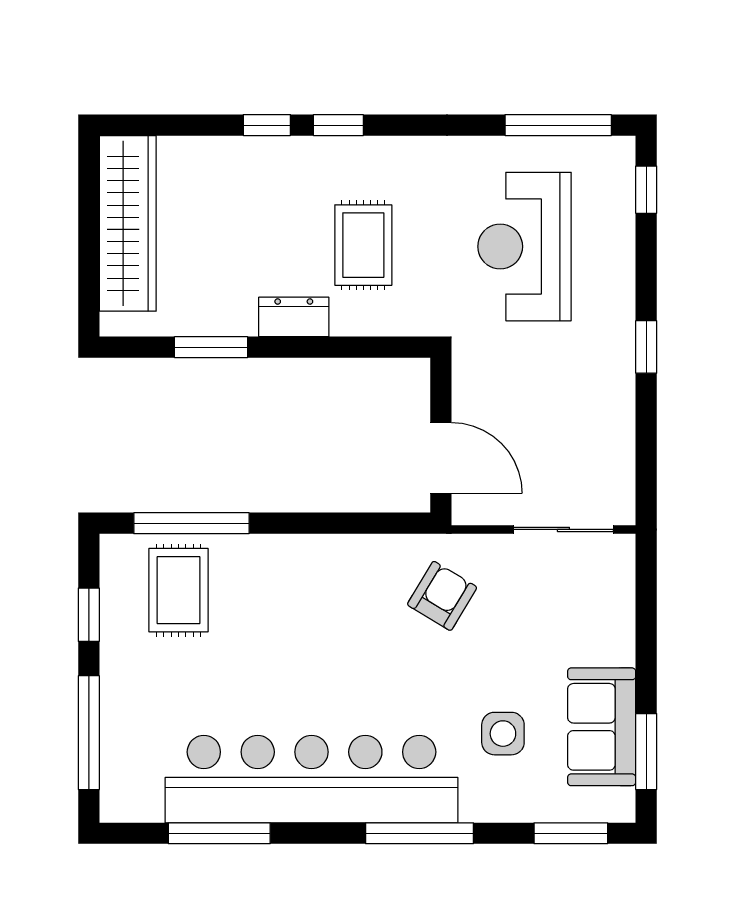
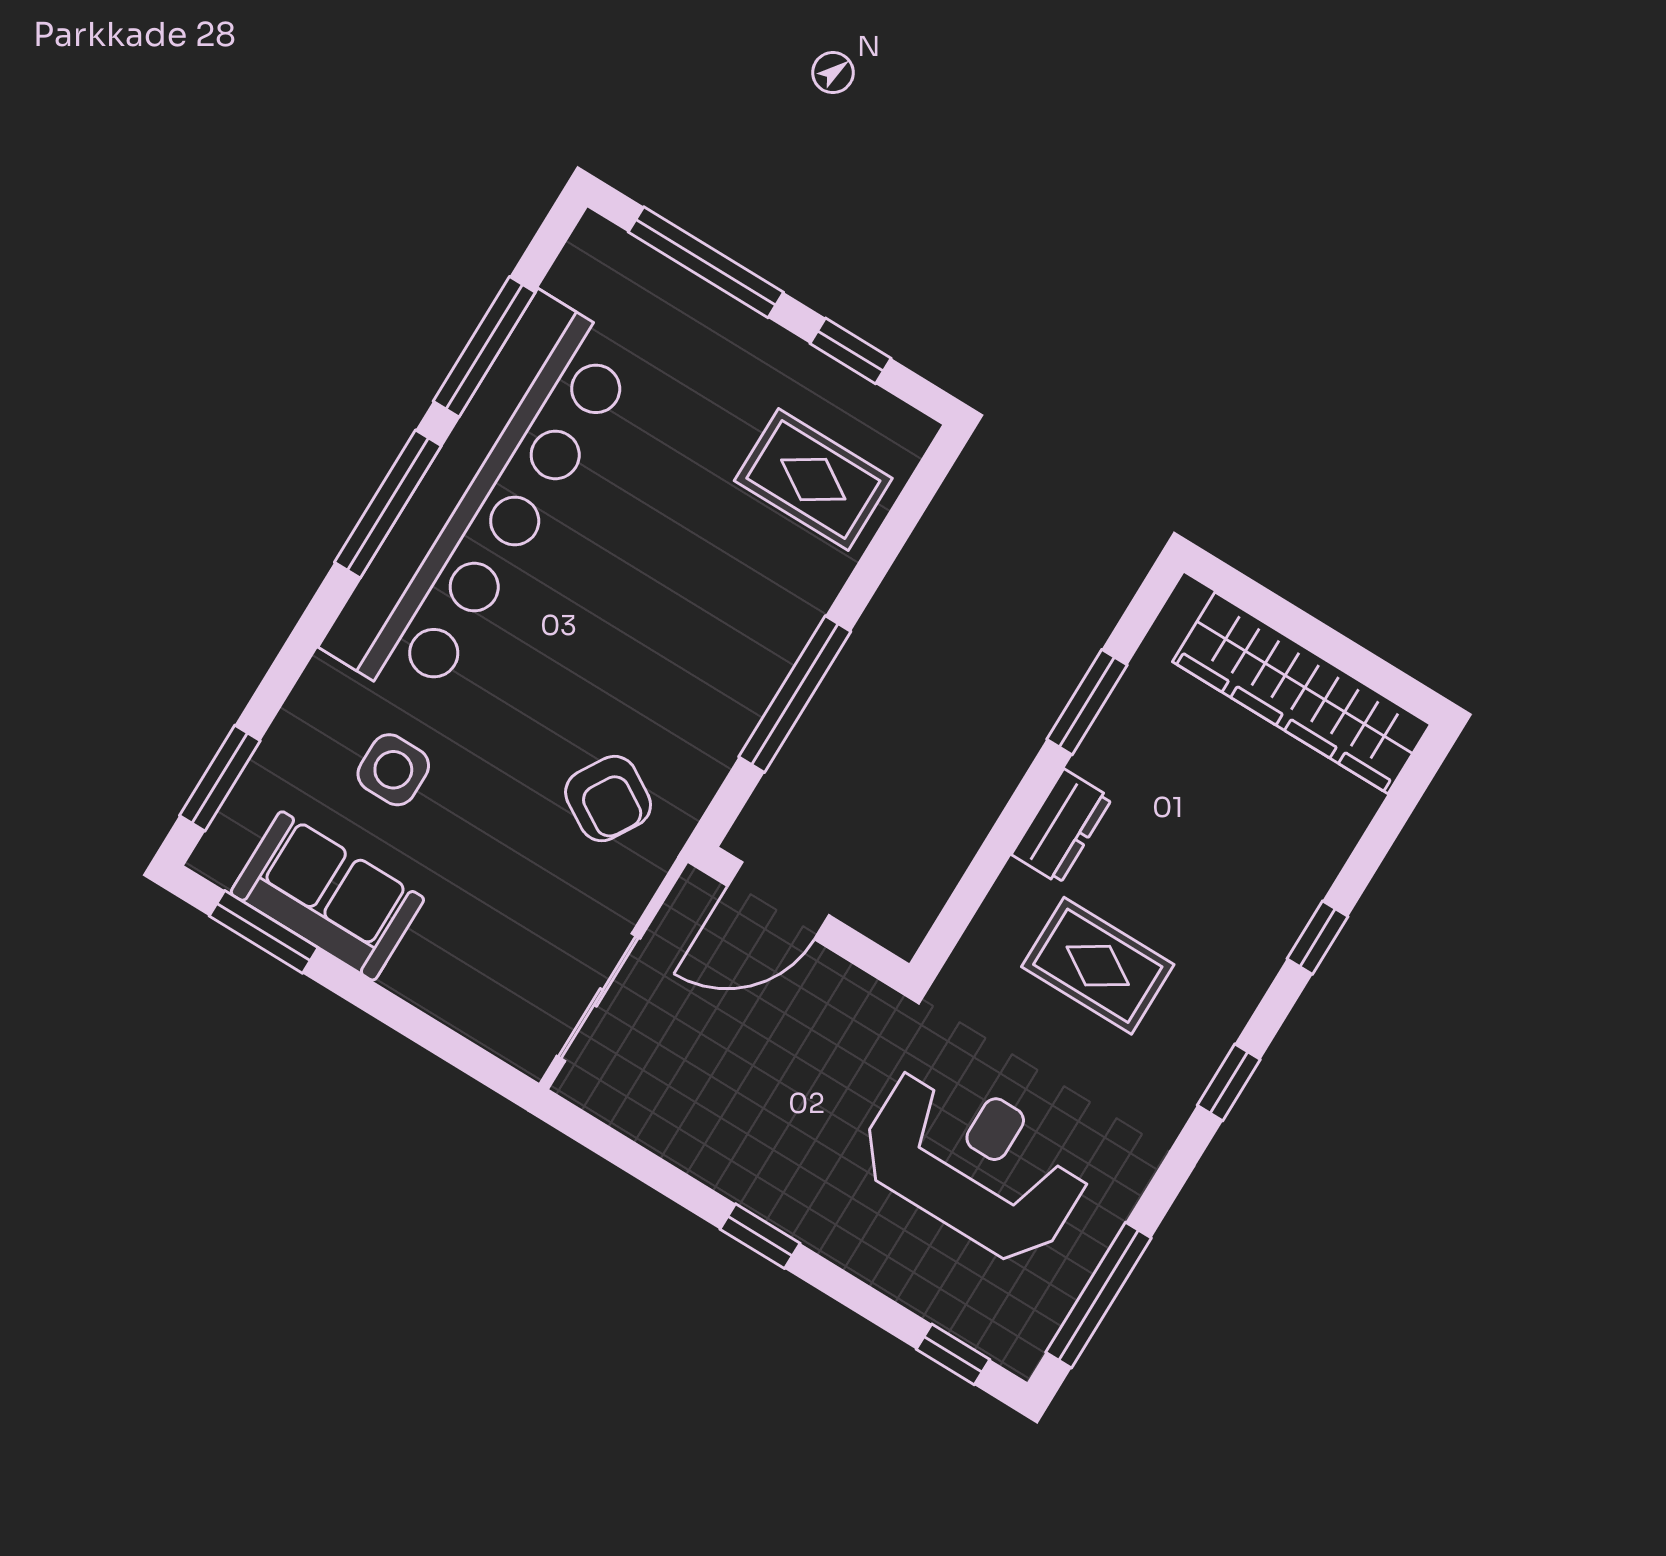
window: (338, 125) -> (1229, 1082), moved
window: (191, 523) -> (795, 694), moved
window: (420, 833) -> (388, 504), moved

